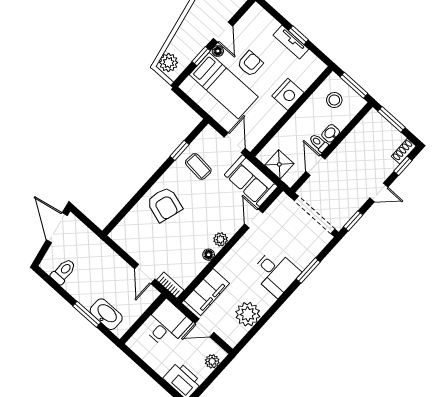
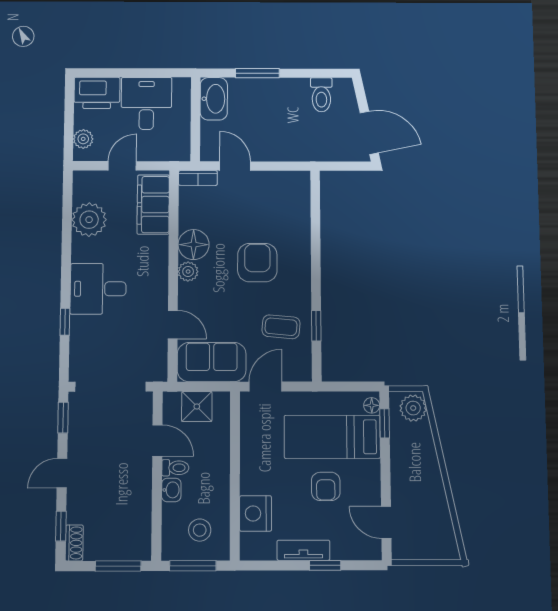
door: (223, 32) -> (386, 522), moved
window: (298, 35) -> (325, 565), moved
floor lamp: (218, 51) -> (372, 405), moved
window: (201, 56) -> (385, 423), moved
nightstand: (288, 94) -> (256, 513), moved
door: (235, 143) -> (265, 387), swing flipped
armchair: (164, 204) -> (257, 263), moved, turned 73
floor lamp: (209, 255) -> (194, 245), width x1.89, depth x1.89
window: (308, 271) -> (65, 322), width x0.67
washbasin: (106, 314) -> (214, 99), moved, turned -90
desk: (167, 324) -> (146, 103), moved, turned 180

